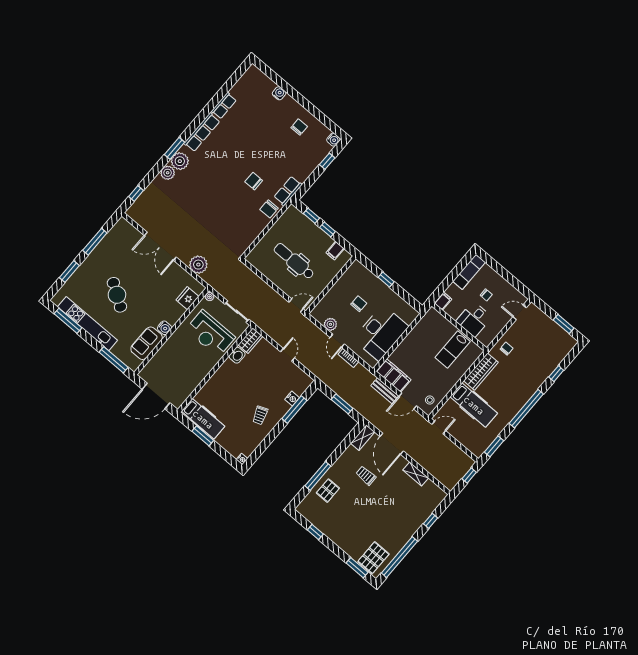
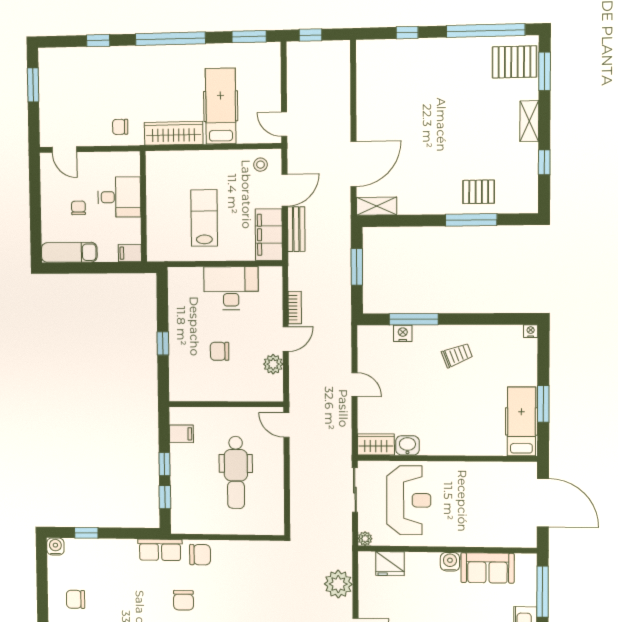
desk: (381, 333) -> (231, 288), width x0.73, depth x0.77
lab bench: (453, 350) -> (204, 218), moved, turned -90
door: (287, 355) -> (354, 385), swing flipped
door: (408, 401) -> (285, 190), hinge flipped
shelving: (416, 474) -> (529, 121), moved
trolley: (366, 476) -> (420, 161), removed

